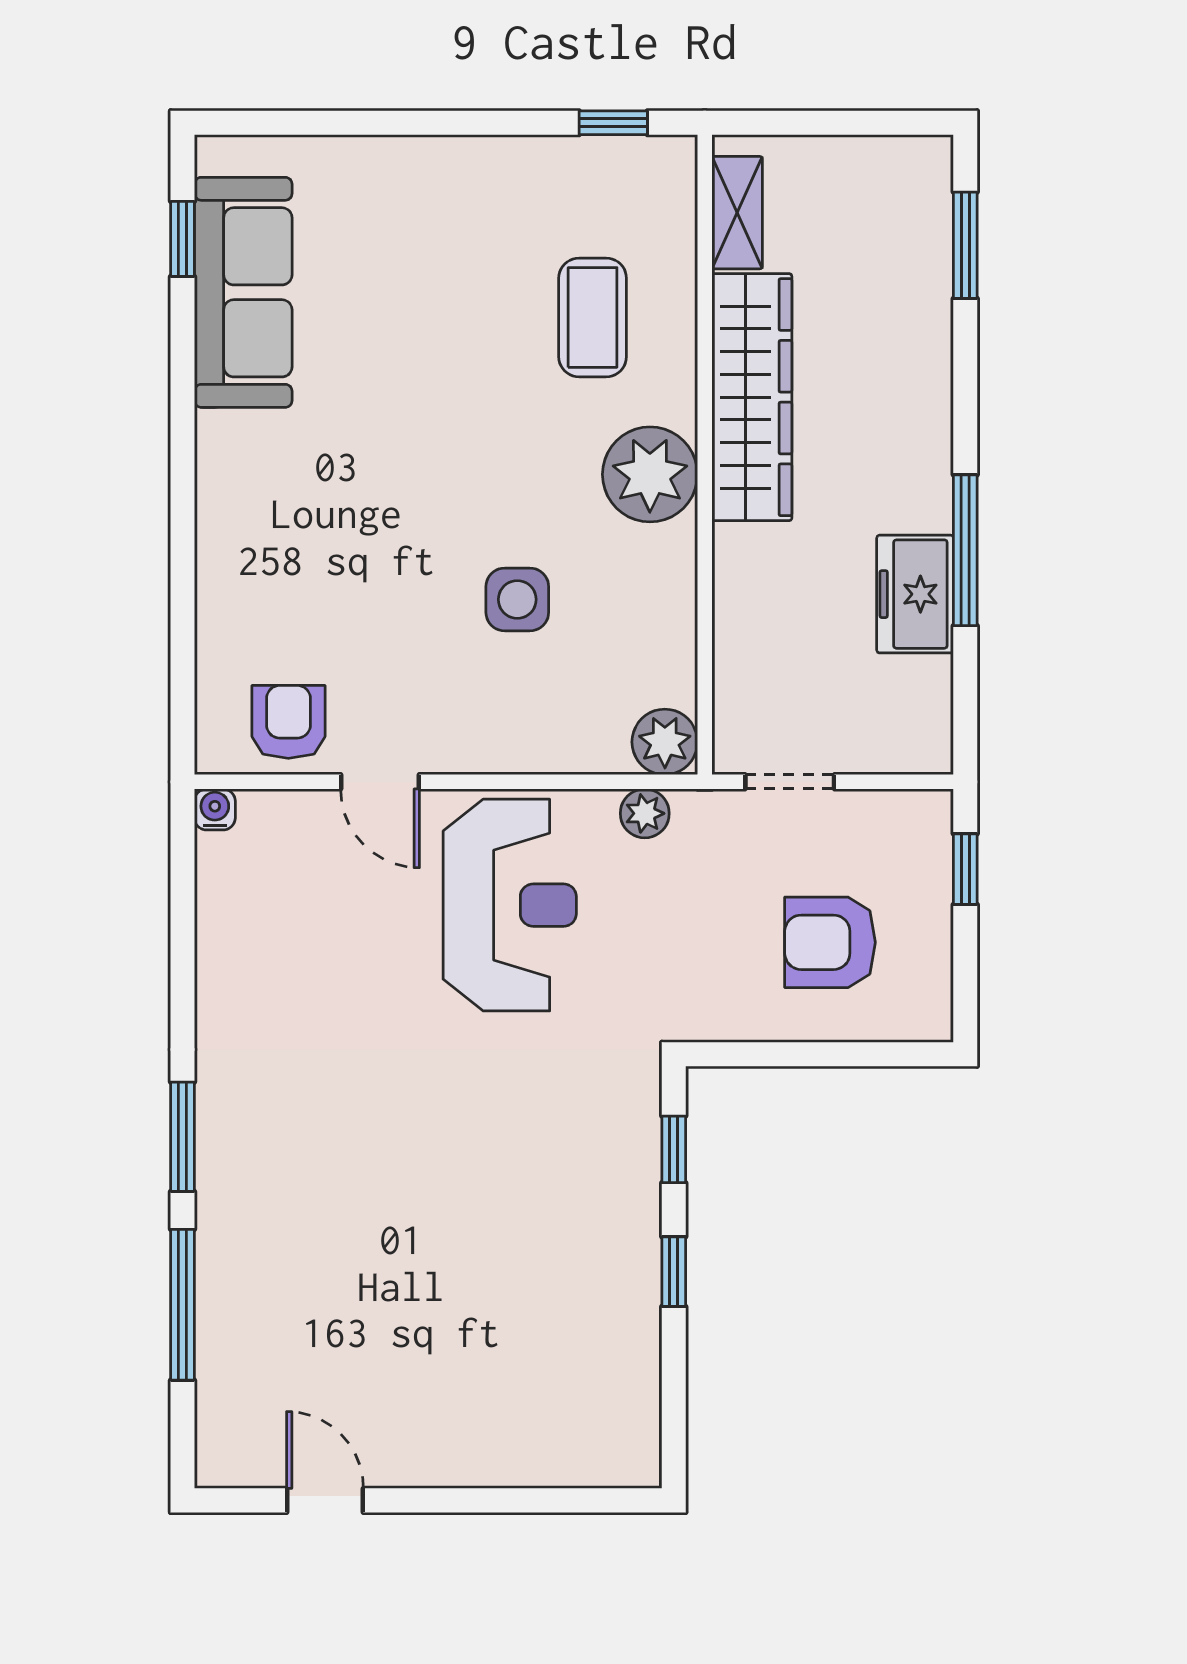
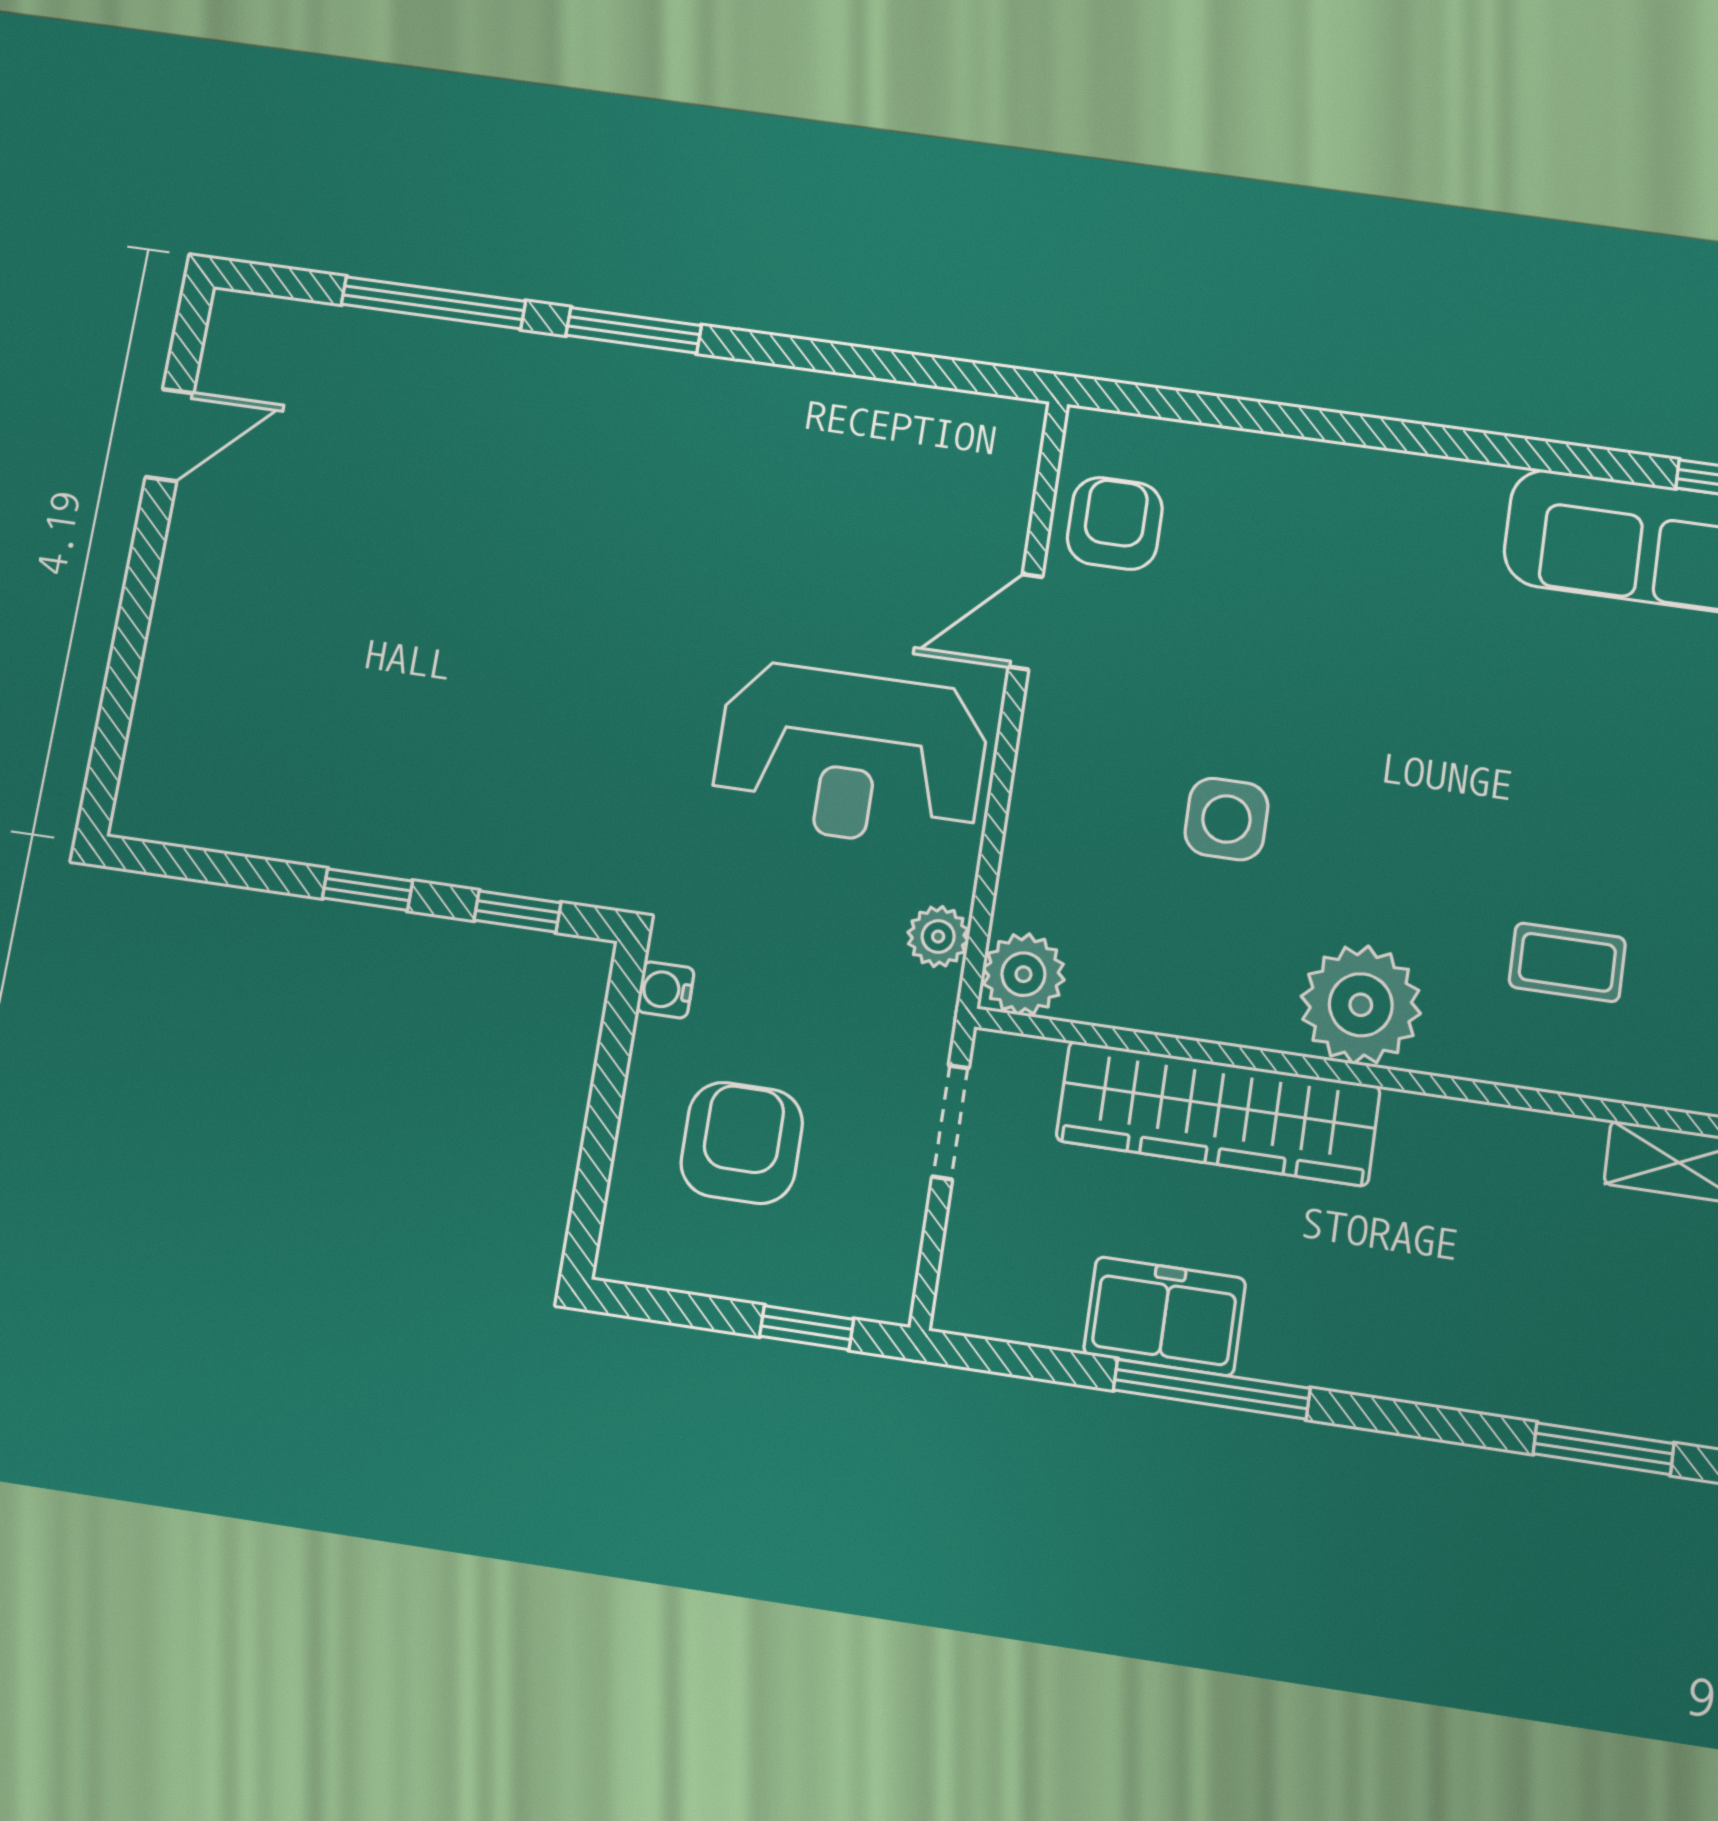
coffee table: (593, 317) -> (1567, 962), width x0.73, depth x0.77
wardrobe: (752, 397) -> (1218, 1113), moved
armchair: (288, 722) -> (1115, 523), turned -90
water cooler: (215, 809) -> (665, 990), moved, turned 180

